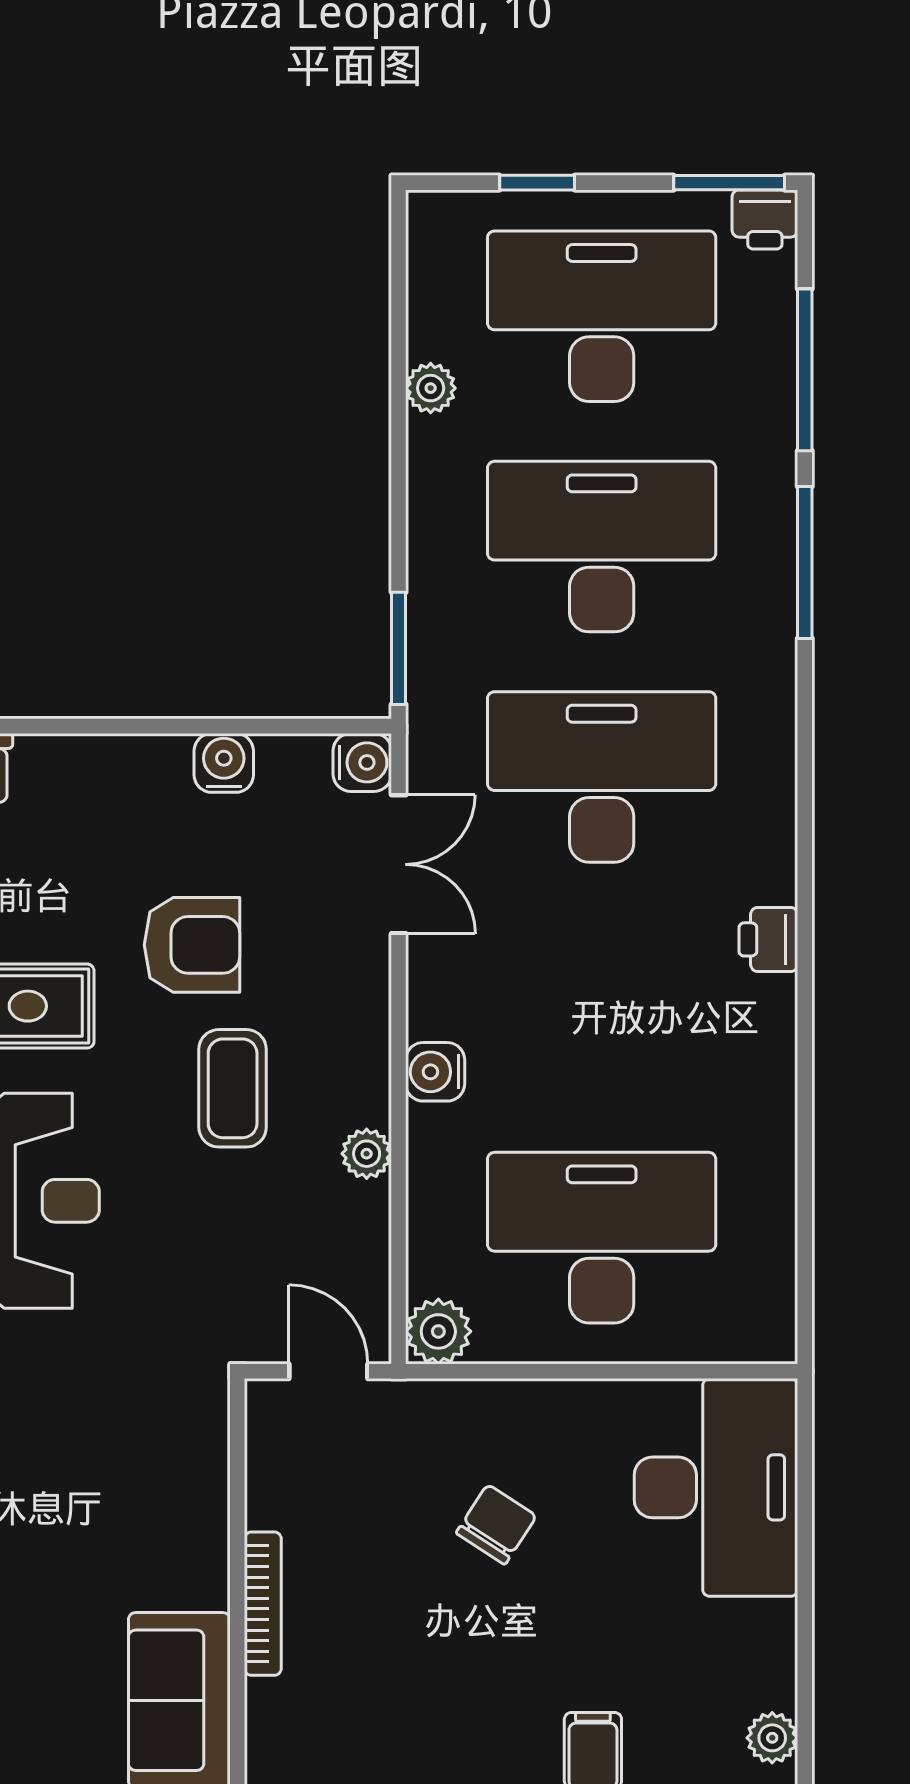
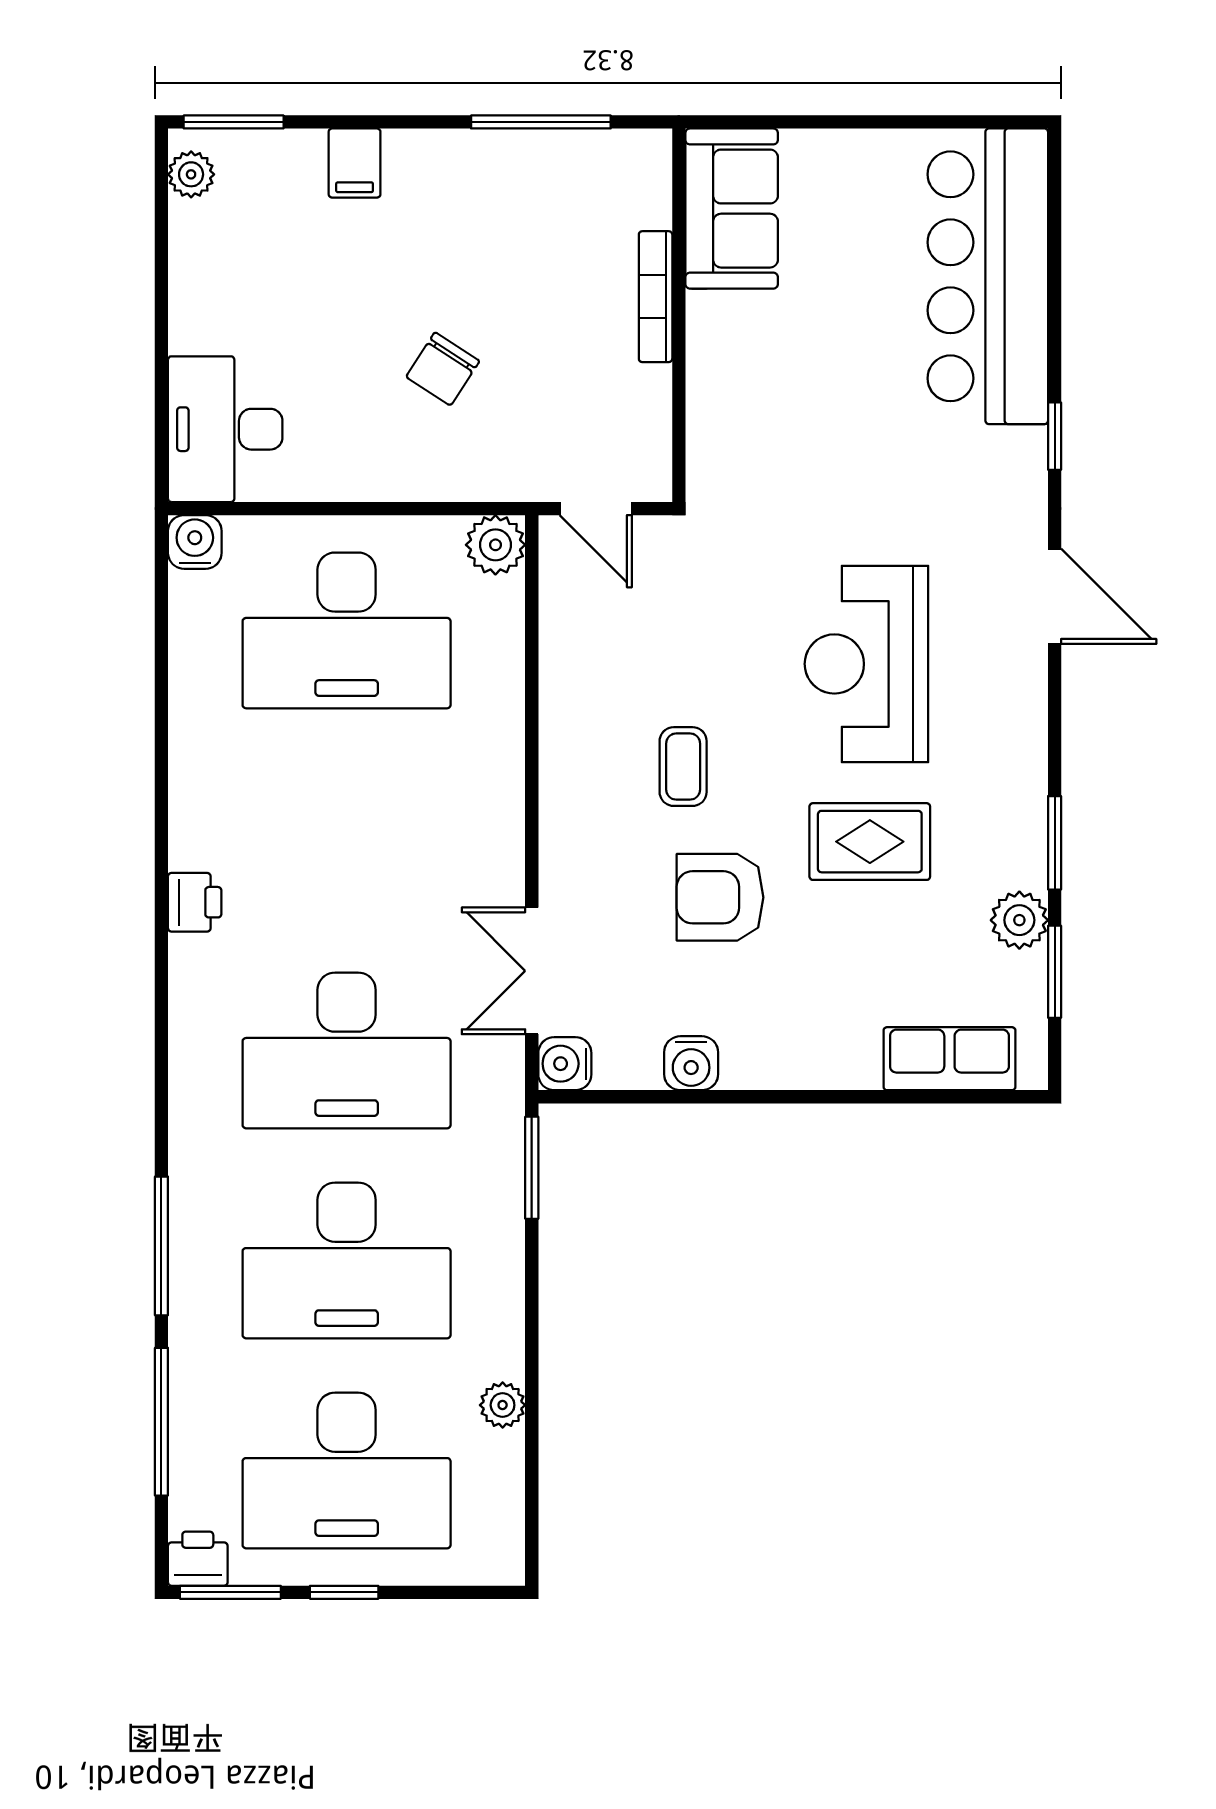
window: (537, 183) -> (344, 1592), moved
water cooler: (435, 1072) -> (195, 542), moved, turned -90
coffee table: (233, 1088) -> (683, 767), width x0.73, depth x0.77
plant: (367, 1154) -> (561, 707), removed
desk: (716, 1487) -> (225, 429), width x0.73, depth x0.77

